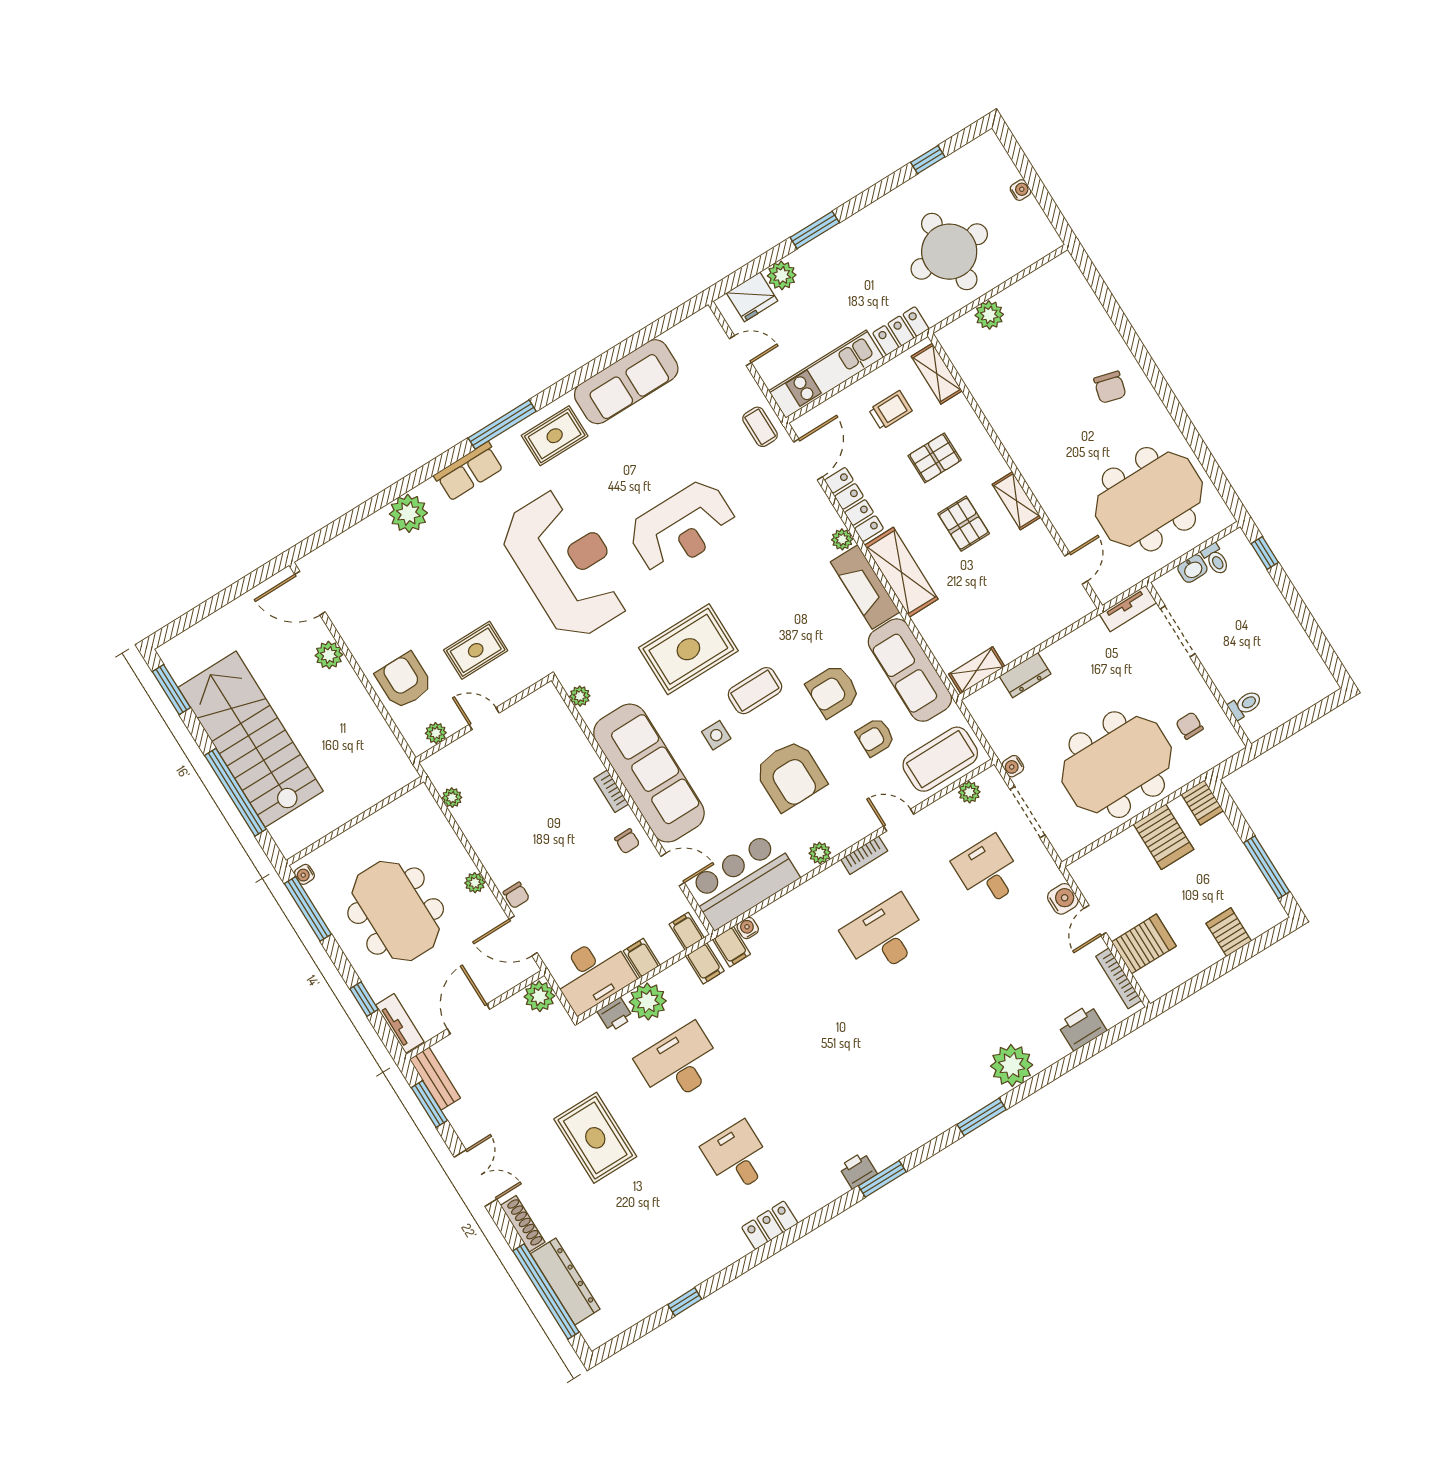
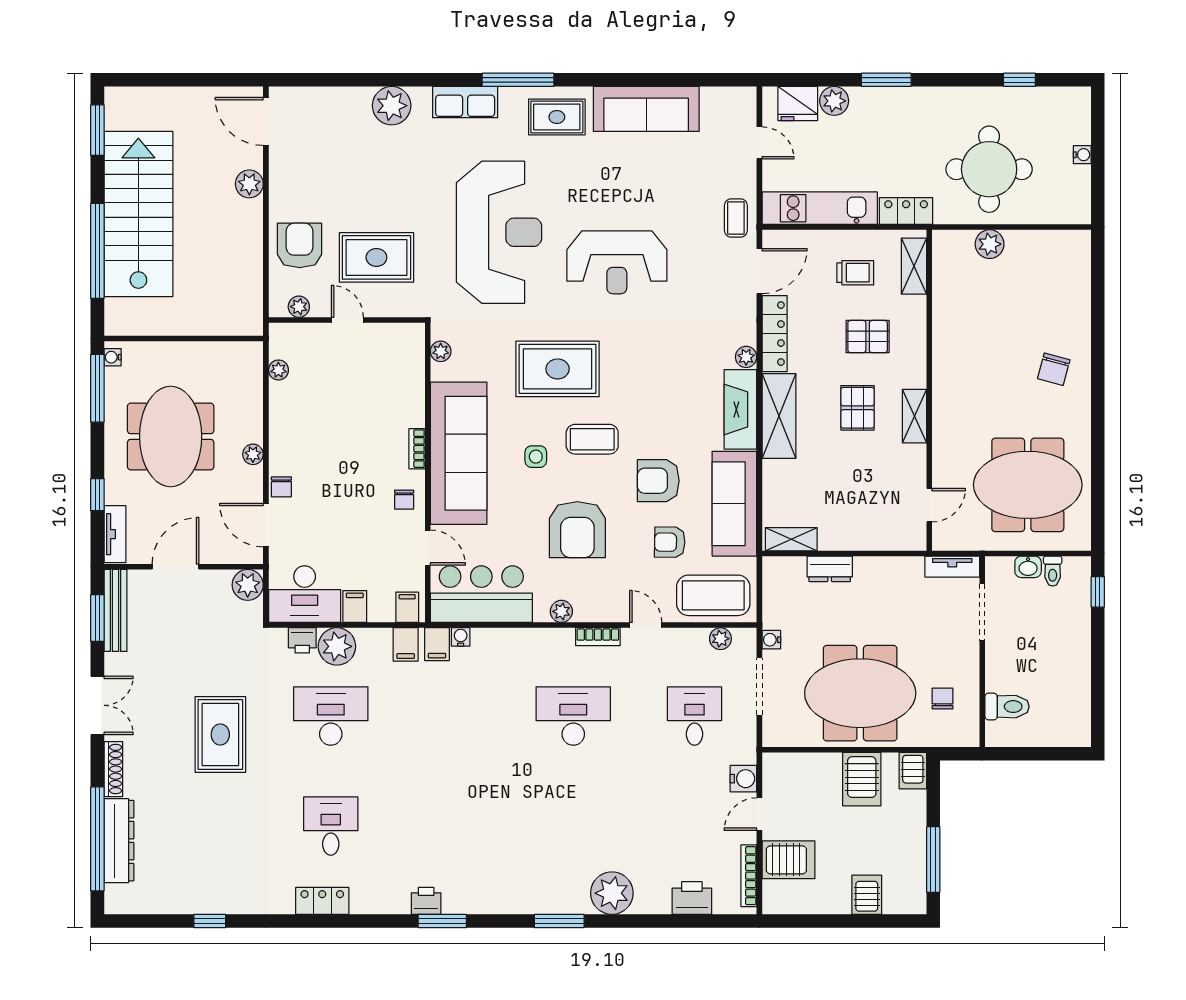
rug: (476, 650) -> (376, 257), width x1.36, depth x1.43
toilet: (1245, 705) -> (1007, 707), width x1.37, depth x1.39
bench: (435, 1079) -> (115, 610), width x1.36

